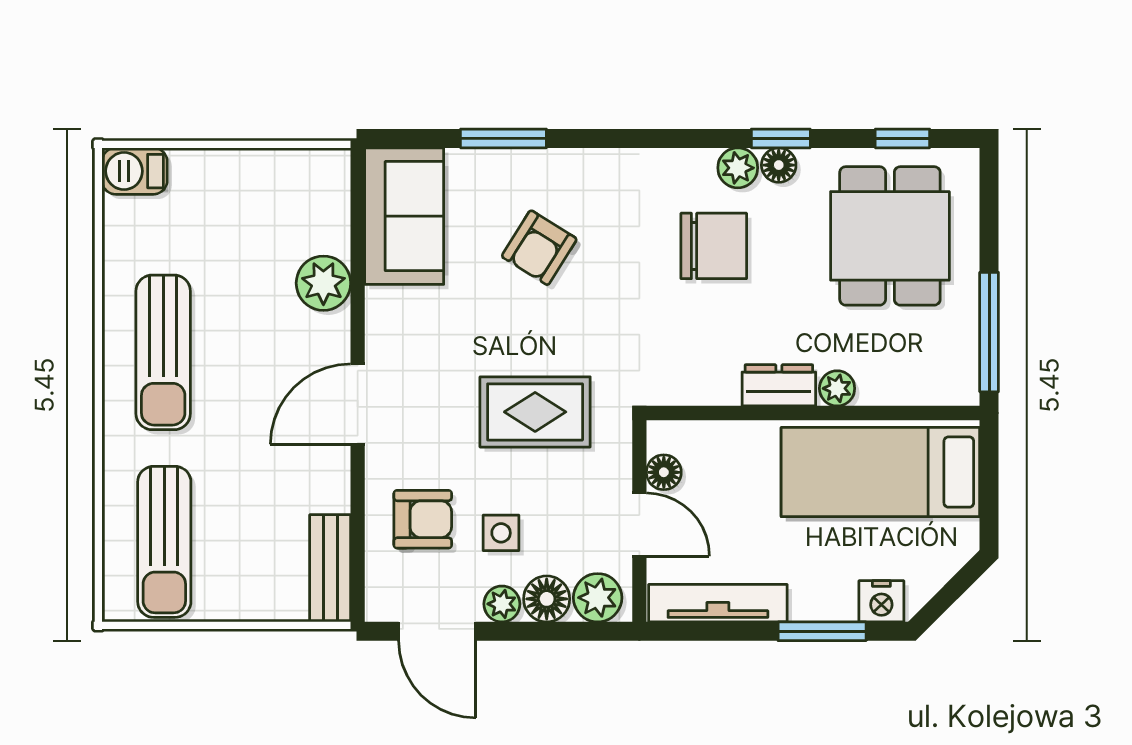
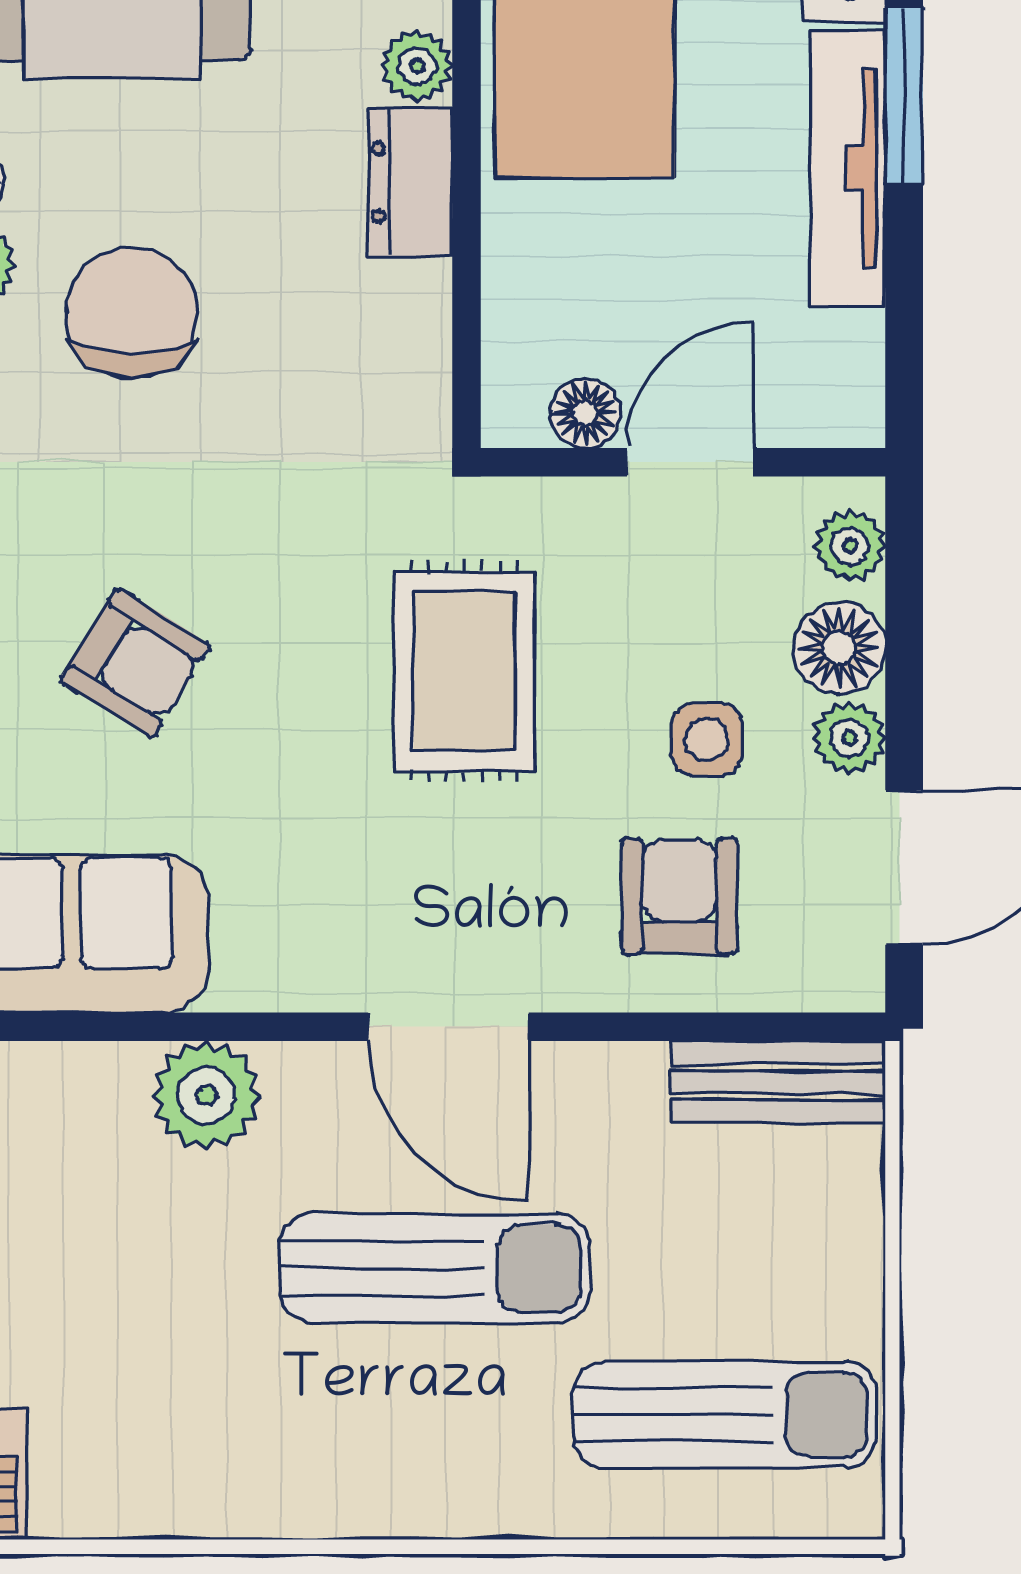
sun lounger: (163, 352) -> (435, 1268), moved
plant: (598, 598) -> (850, 546), width x0.73, depth x0.73
tv unit: (718, 603) -> (848, 168), moved

